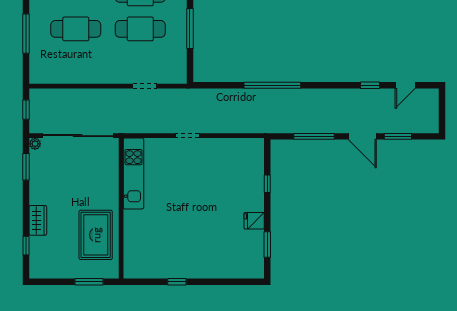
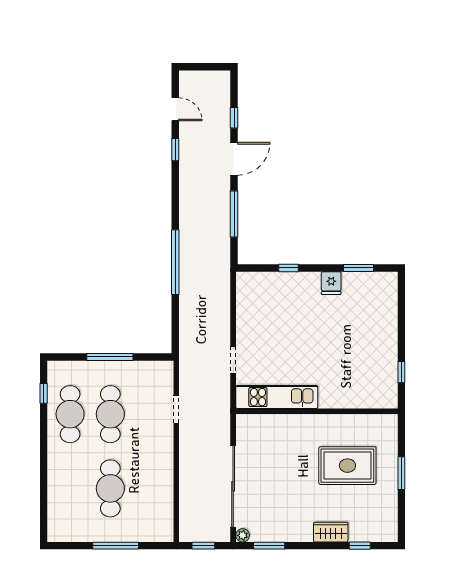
window: (398, 136) -> (234, 118), width x0.67
kitchen unit: (134, 173) -> (277, 397), moved
wall: (121, 208) -> (317, 411), moved

